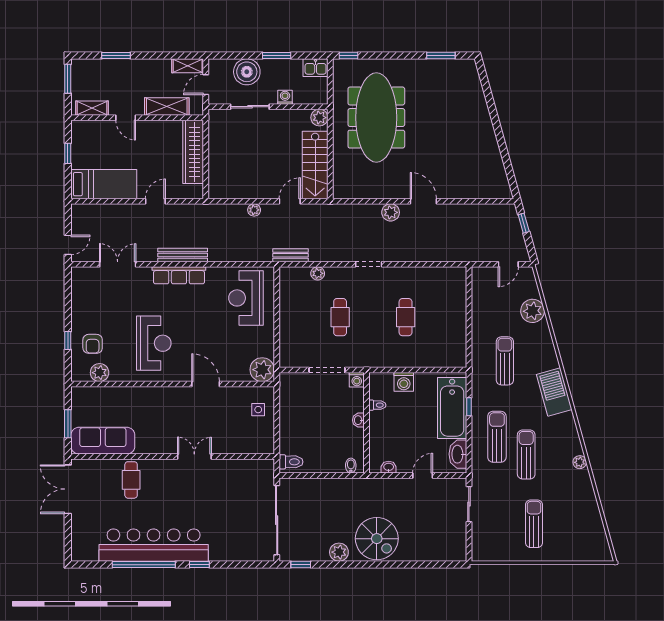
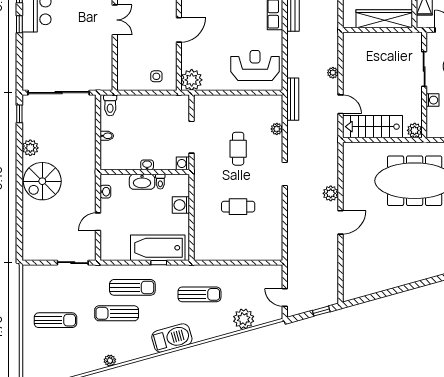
bench: (290, 255) -> (293, 99), width x1.36
cafe table: (340, 317) -> (238, 149), turned 90
washbasin: (458, 454) -> (142, 182), moved, turned 180
sun lounger: (526, 455) -> (117, 313), turned 180
bidet: (351, 466) -> (107, 136), moved
door: (423, 476) -> (98, 222), swing flipped

